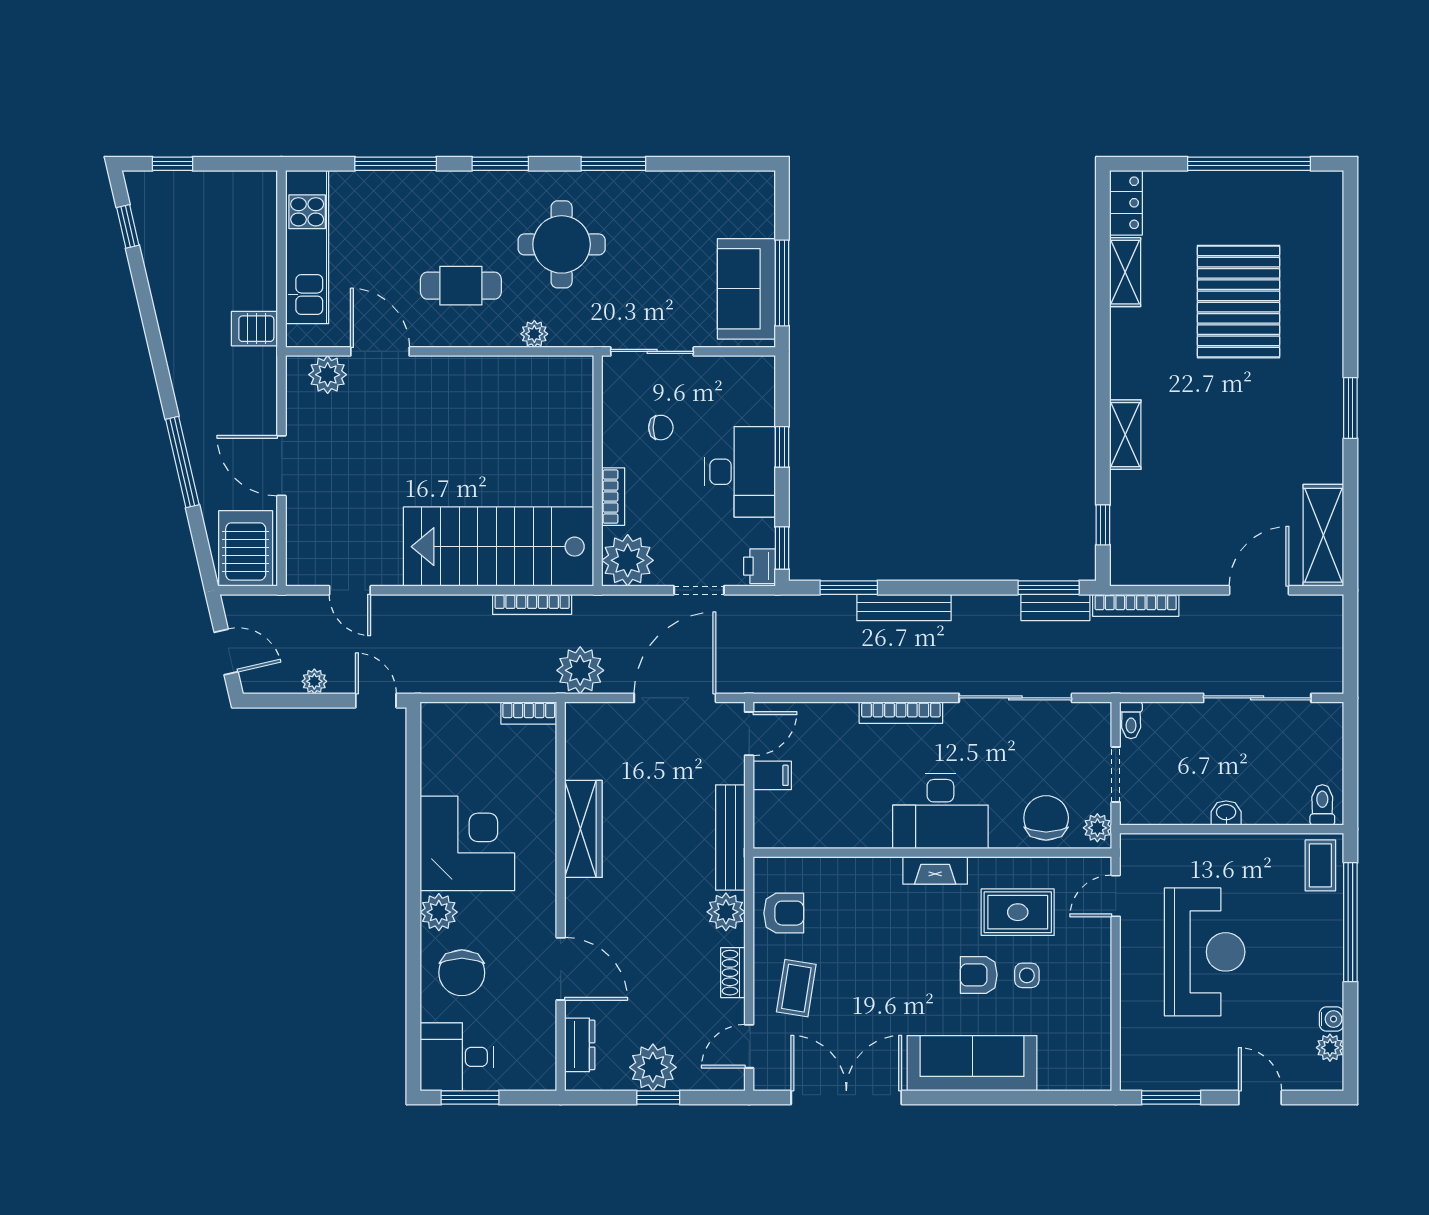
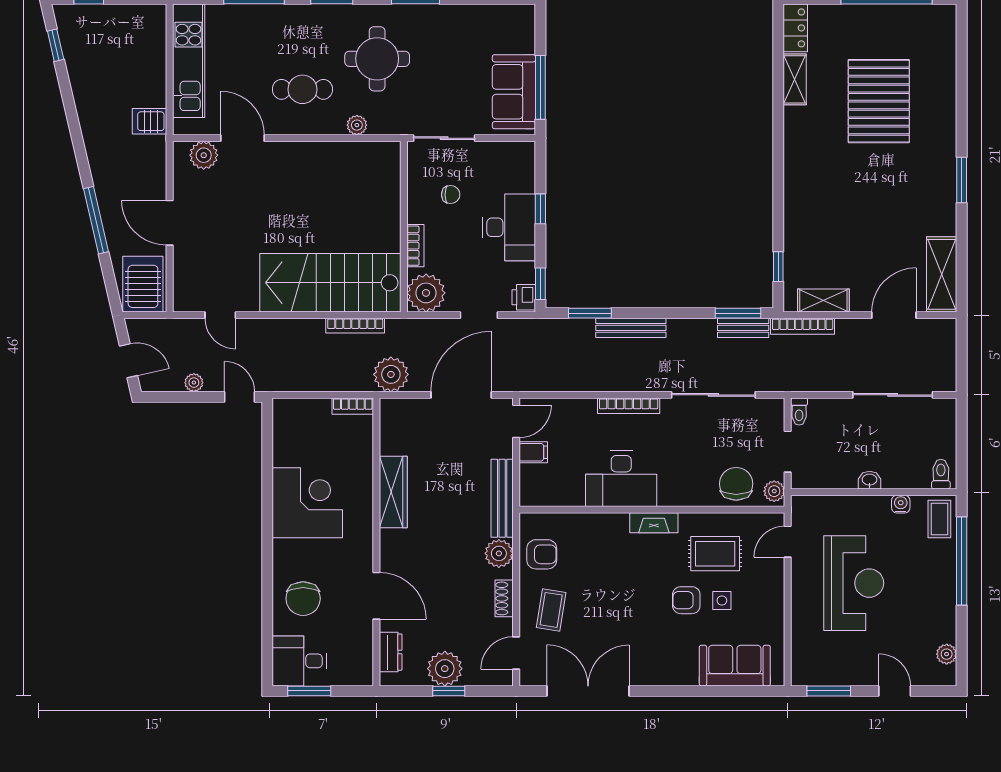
shelving: (1125, 435) -> (823, 300), moved, turned 90
desk: (940, 811) -> (621, 479), moved
plant: (439, 912) -> (286, 554), removed
water cooler: (1332, 1019) -> (901, 504), moved, turned -90
sofa: (972, 1063) -> (735, 666), moved, width x0.73

